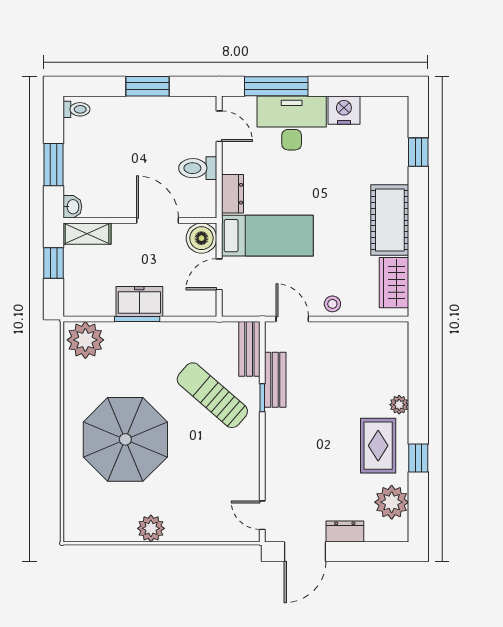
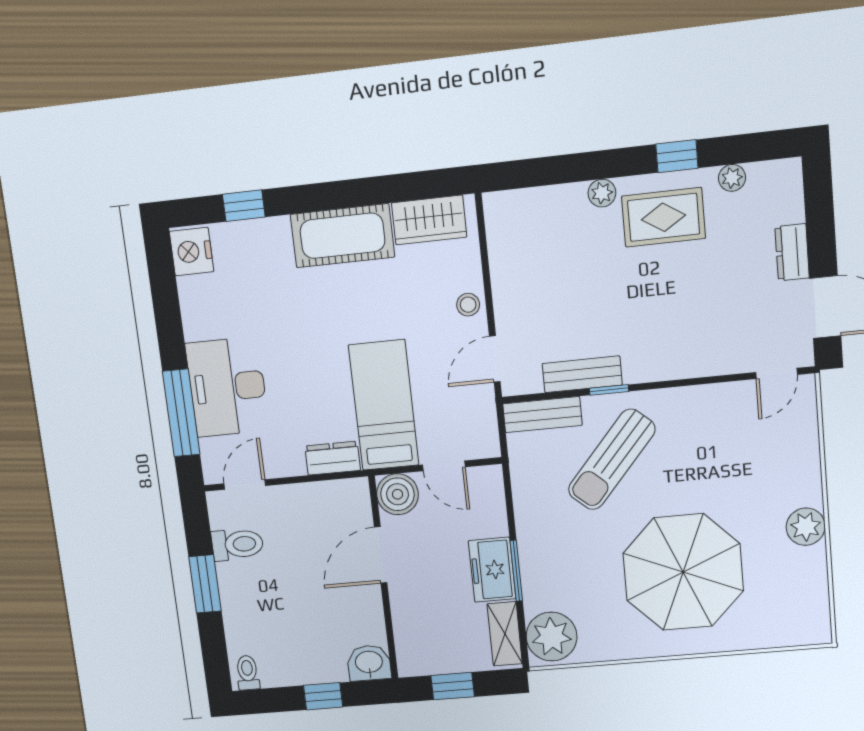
nightstand: (344, 110) -> (192, 252), moved
window: (54, 165) -> (323, 696), width x0.67
toilet: (198, 168) -> (237, 544), moved, turned -90
washbasin: (72, 207) -> (369, 663), width x1.38, depth x1.45
shelving: (87, 234) -> (505, 634), moved
plant: (392, 502) -> (732, 178), width x0.53, depth x0.53

